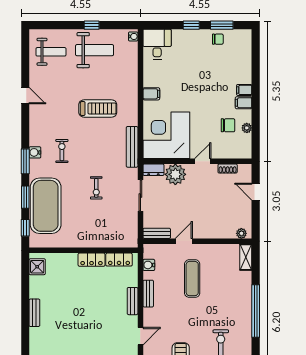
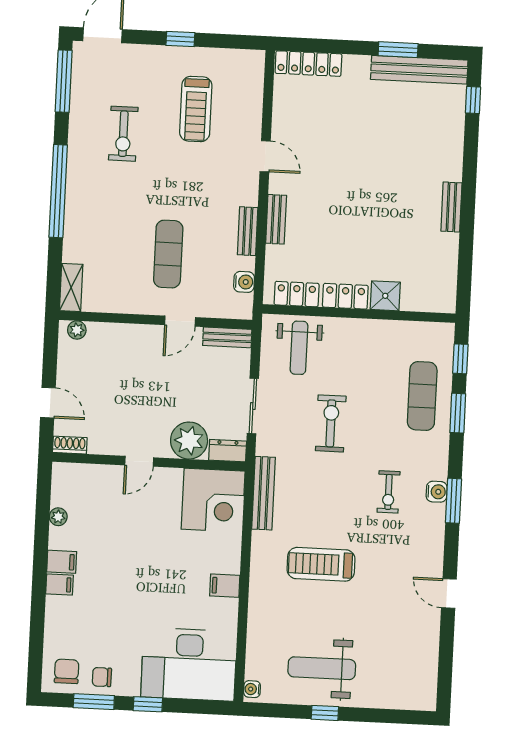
desk: (157, 44) -> (189, 664), width x1.87, depth x1.30
weight bench: (51, 52) -> (299, 348), moved, turned -90
chair: (228, 125) -> (67, 671), moved, turned 90
corner desk: (166, 135) -> (213, 500), width x0.74, depth x0.74
window: (25, 161) -> (453, 501), moved
shoe rack: (228, 169) -> (70, 445), moved
exercise bike: (96, 188) -> (331, 423), width x1.38, depth x1.39
exercise mat: (46, 206) -> (422, 396), width x0.50, depth x0.69
shower: (37, 267) -> (385, 296), moved
door: (140, 336) -> (265, 156), swing flipped

